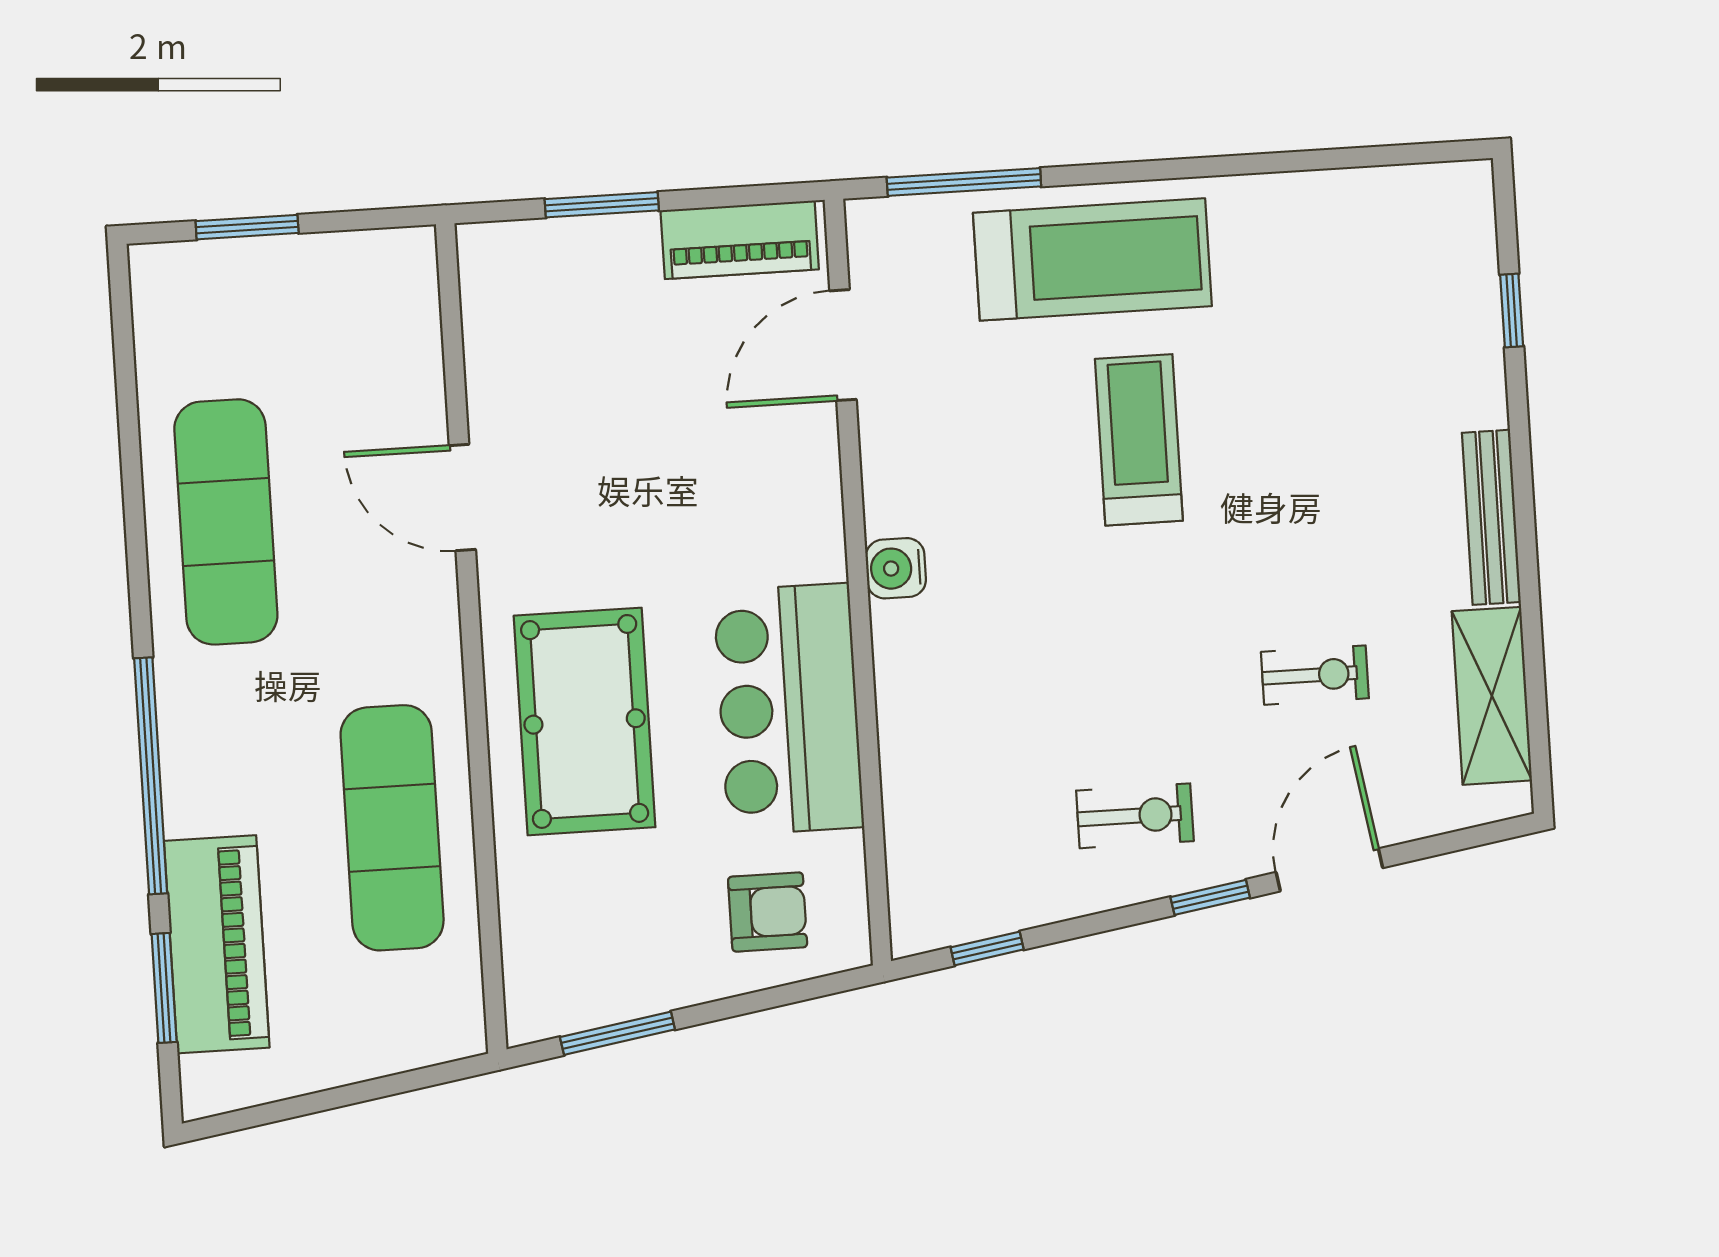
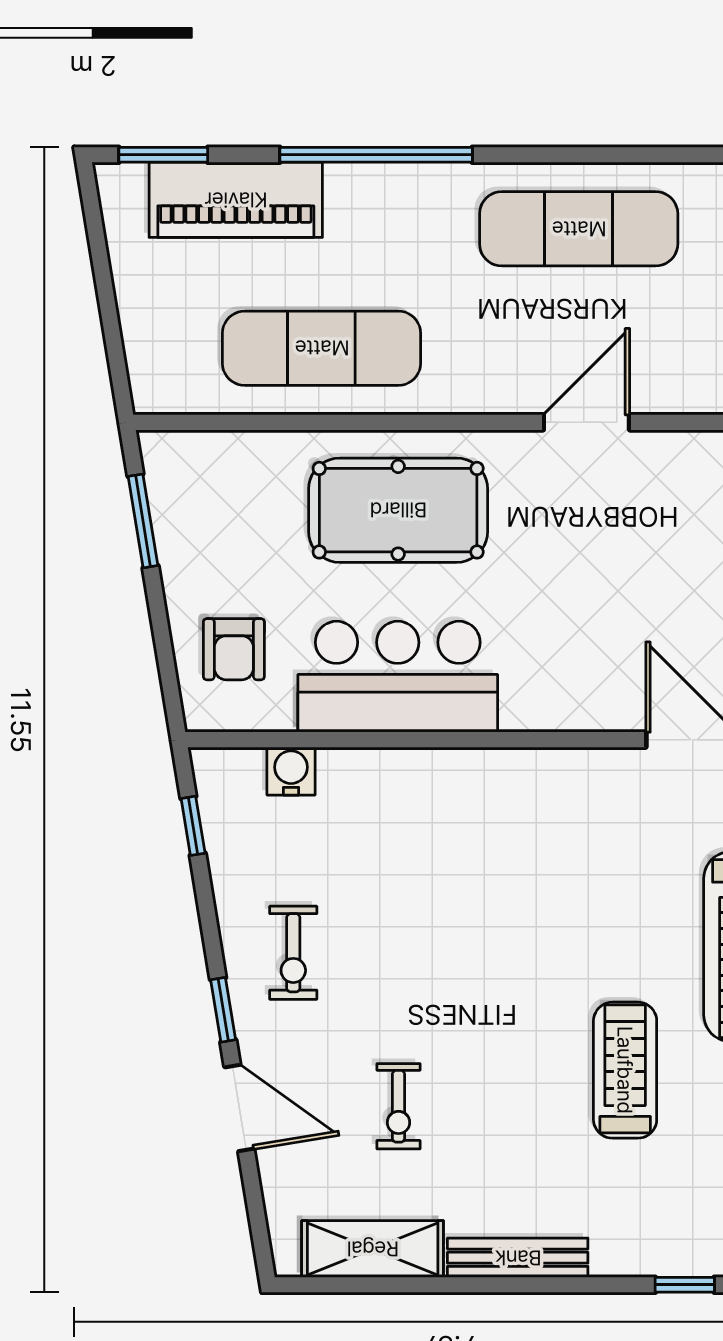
treadmill: (1139, 440) -> (625, 1070), moved, turned -90
water cooler: (896, 568) -> (291, 771), moved
window: (164, 988) -> (163, 155), moved

